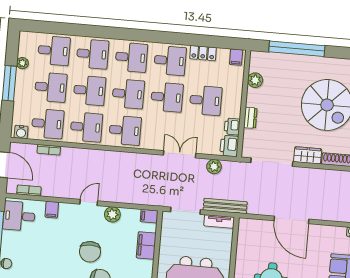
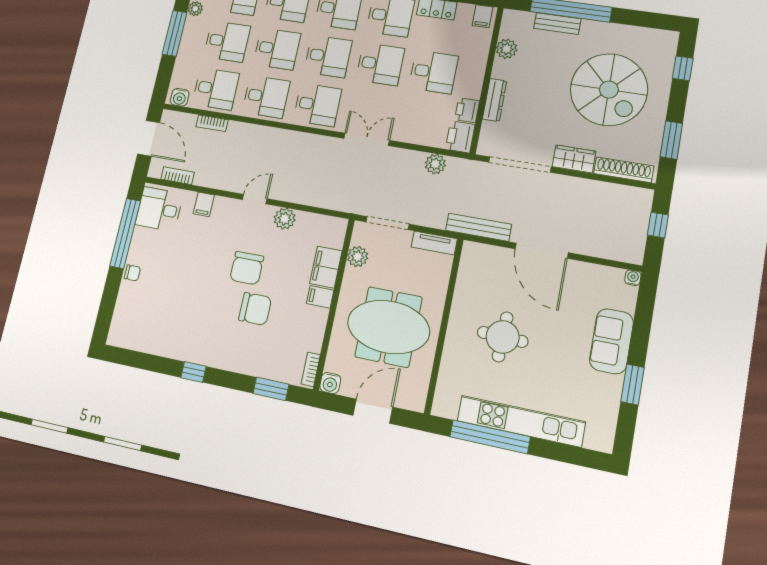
bench: (289, 60) -> (557, 24), added
dresser: (250, 118) -> (495, 100), width x1.44
double door: (180, 154) -> (367, 139), moved
bench: (225, 206) -> (479, 227), moved
filing cabinet: (149, 216) -> (320, 297), moved
plant: (167, 236) -> (358, 257), added

